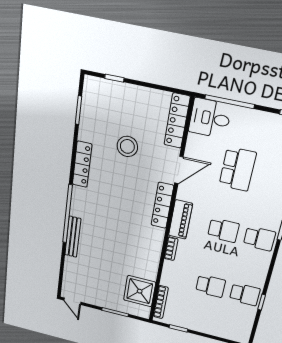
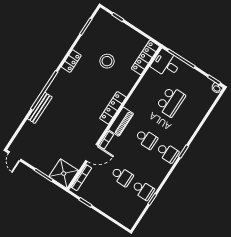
locker: (82, 164) -> (71, 61), width x0.66
door: (179, 170) -> (92, 153), moved
shower: (140, 291) -> (64, 174), moved

